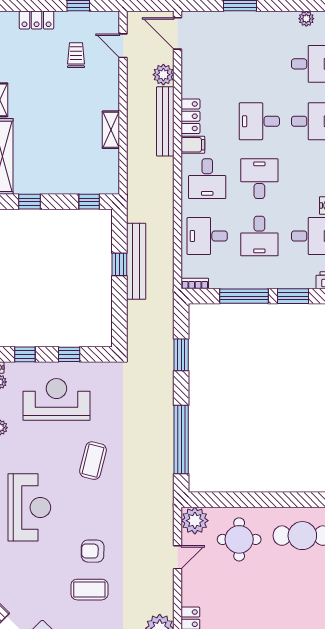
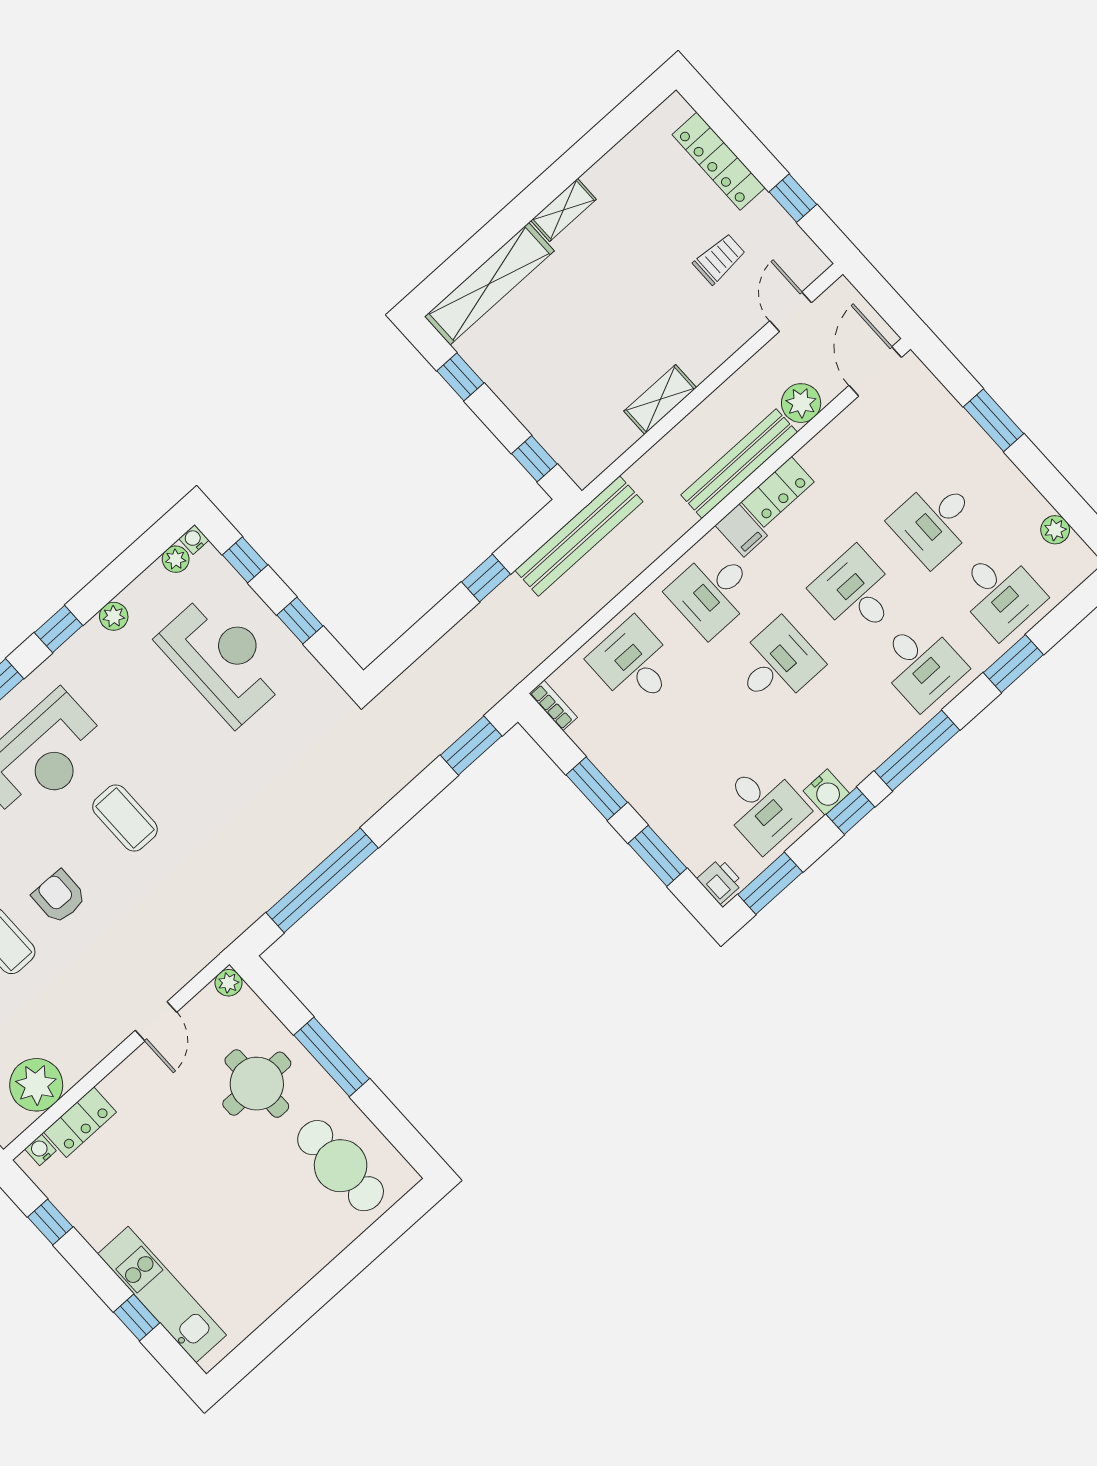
locker: (37, 20) -> (719, 161), width x1.53
desk: (259, 236) -> (935, 521), moved
bench: (136, 261) -> (579, 536), moved
window: (244, 296) -> (597, 789), width x0.69
window: (181, 355) -> (471, 746), moved
coffee table: (93, 461) -> (125, 818), moved, turned 76
window: (255, 500) -> (332, 1057), added
plant: (195, 521) -> (229, 983), width x0.53, depth x0.53
door: (178, 557) -> (156, 1021), hinge flipped

